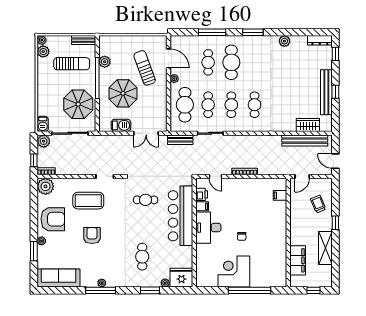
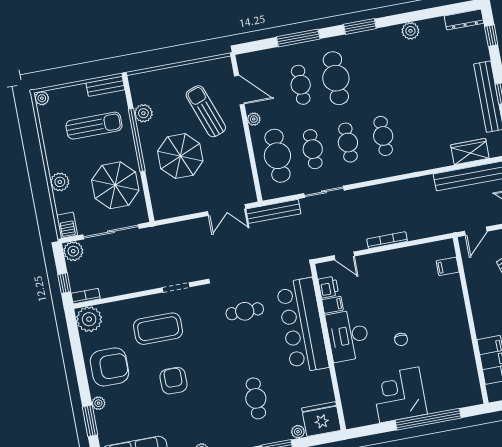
plant: (43, 51) -> (60, 182), moved
barbecue: (121, 125) -> (186, 205), removed
bench: (180, 140) -> (273, 211), width x1.36

